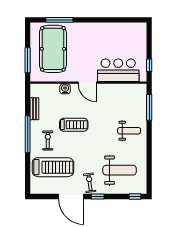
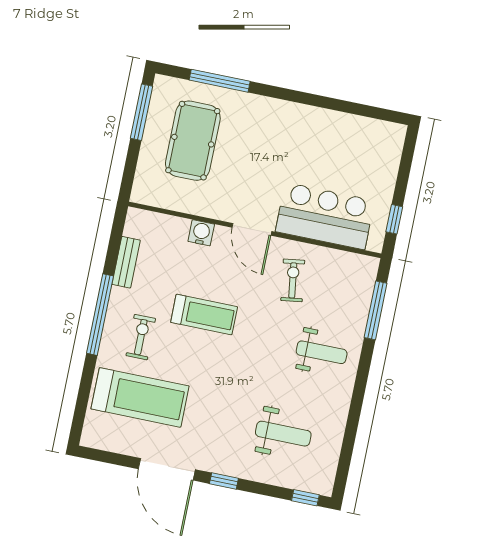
pool table: (53, 49) -> (193, 141), width x0.73, depth x0.76
window: (28, 60) -> (142, 112), moved
weight bench: (120, 170) -> (283, 434), width x0.73, depth x0.75
exercise bike: (90, 183) -> (293, 280), moved

